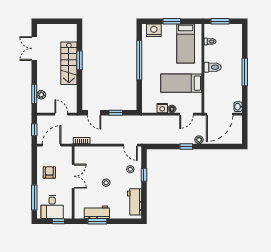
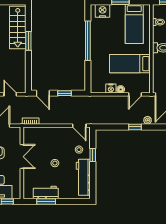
stairs: (69, 63) -> (18, 27), moved
workbench: (135, 202) -> (83, 177), width x1.38

